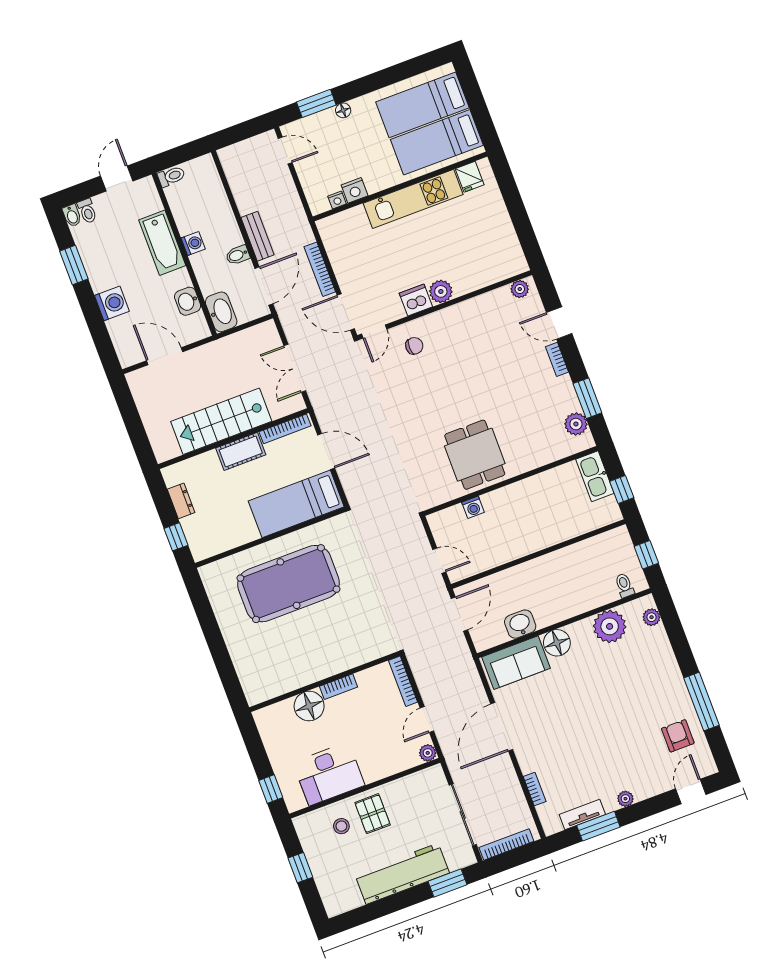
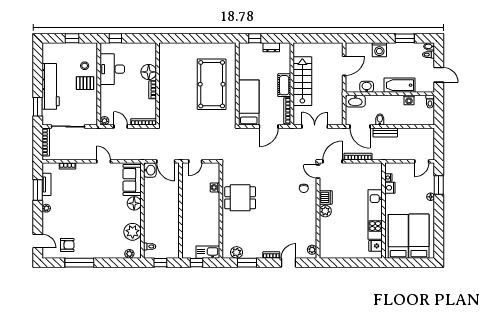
washing machine: (193, 244) -> (409, 100), moved
washbasin: (520, 624) -> (150, 170), moved
door: (502, 727) -> (104, 161), width x0.53

